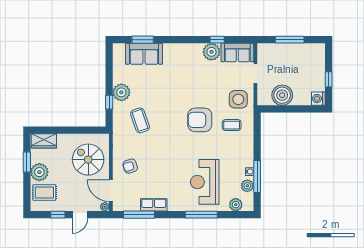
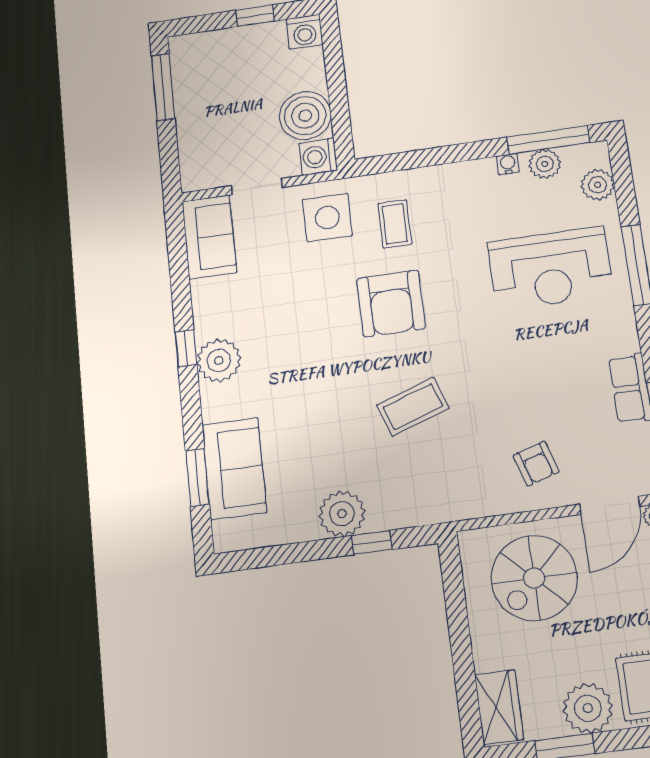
window: (217, 40) -> (186, 348), moved
window: (290, 40) -> (163, 87), moved
plant: (211, 52) -> (219, 360), moved
washing machine: (264, 98) -> (318, 157), added
coffee table: (140, 120) -> (413, 407), moved
window: (257, 177) -> (548, 140), moved

